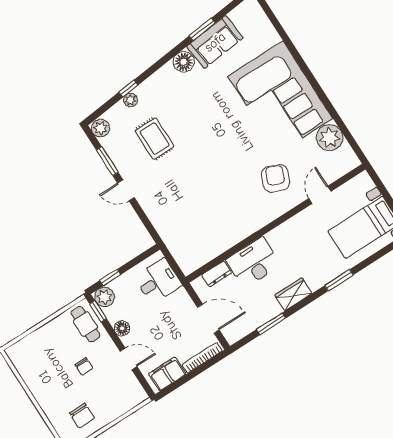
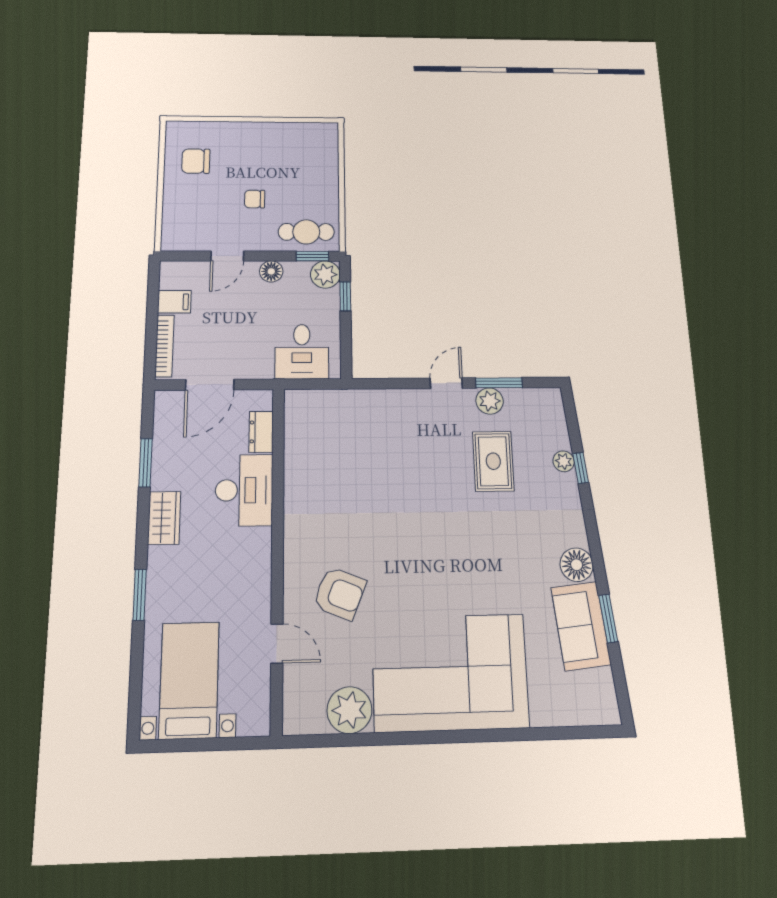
plant: (101, 128) -> (490, 401), moved
rug: (154, 139) -> (493, 461), turned 90
filing cabinet: (167, 374) -> (174, 302), width x0.50

